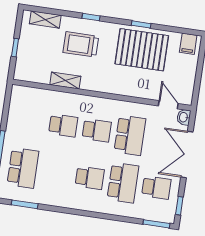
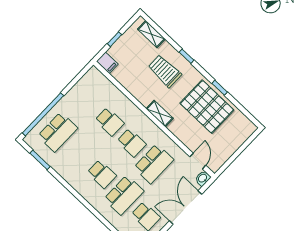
filing cabinet: (188, 44) -> (107, 63), moved, turned -90
shelving: (65, 80) -> (160, 114), moved

